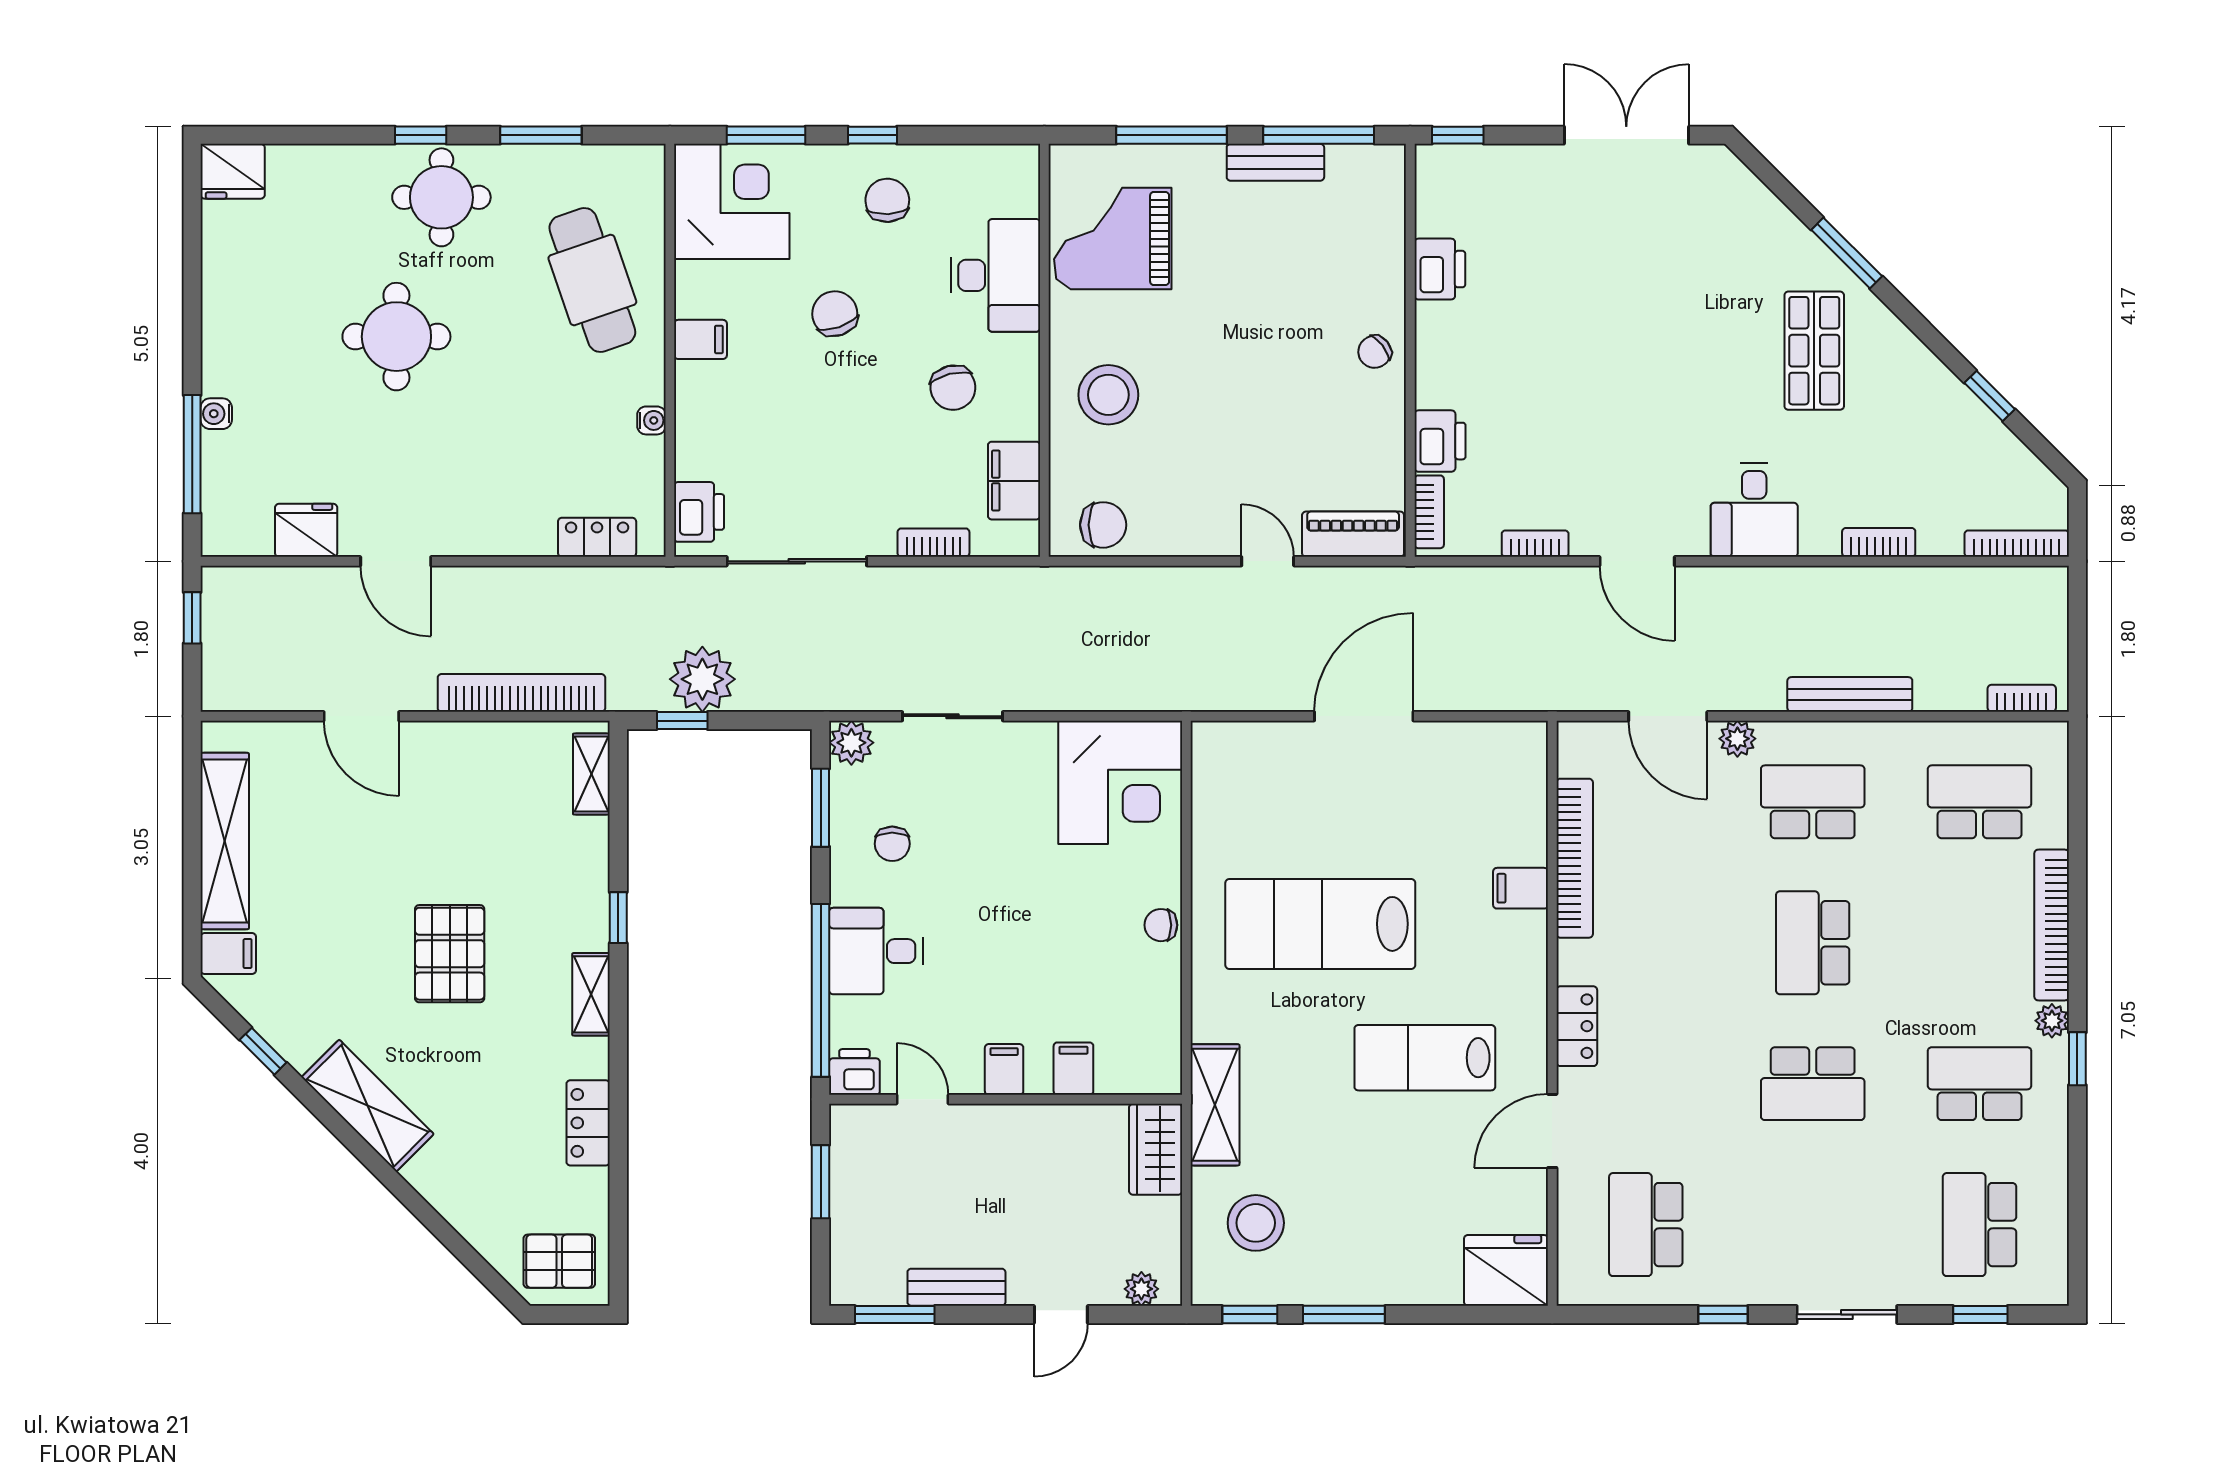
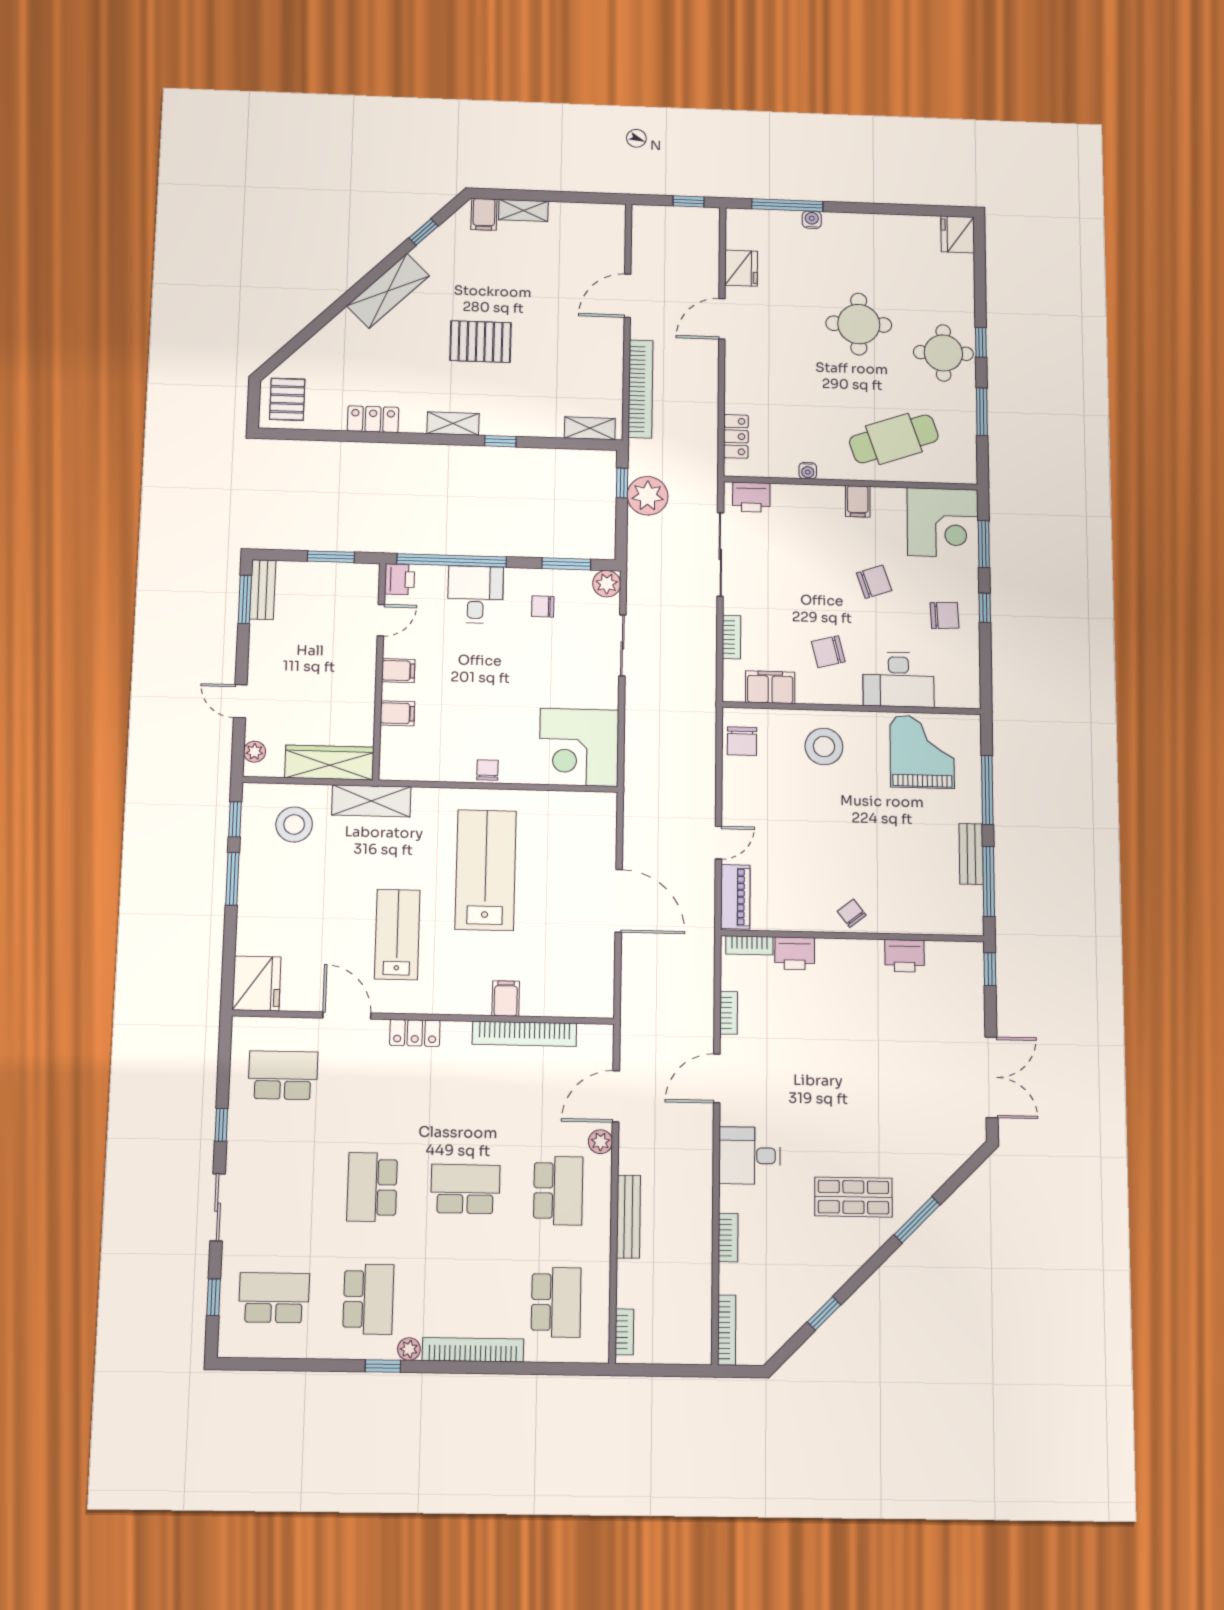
shelving: (225, 841) -> (523, 210), width x0.45, depth x0.75
wardrobe: (1156, 1149) -> (329, 763), width x1.50
bench: (956, 1287) -> (263, 590), moved

